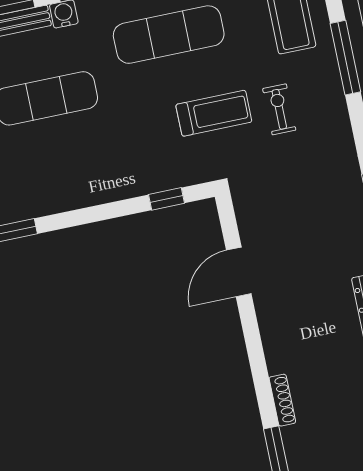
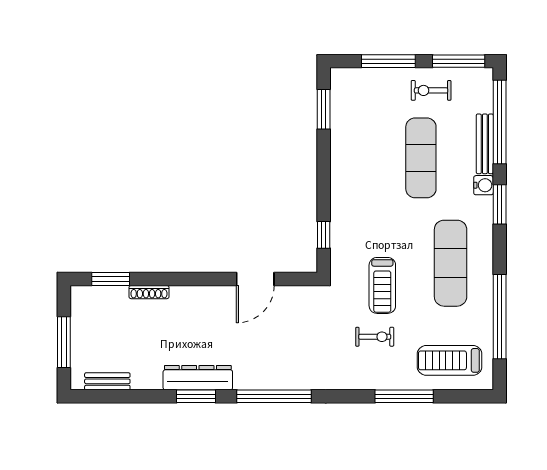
door: (239, 272) -> (255, 279), swing flipped

